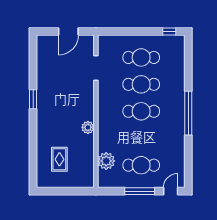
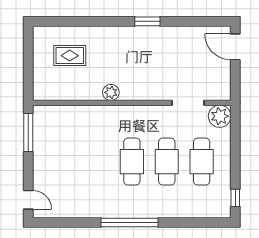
door: (68, 31) -> (235, 47), moved
plant: (106, 161) -> (220, 116), moved
cafe table: (141, 165) -> (62, 162), removed
window: (140, 191) -> (28, 133), moved

